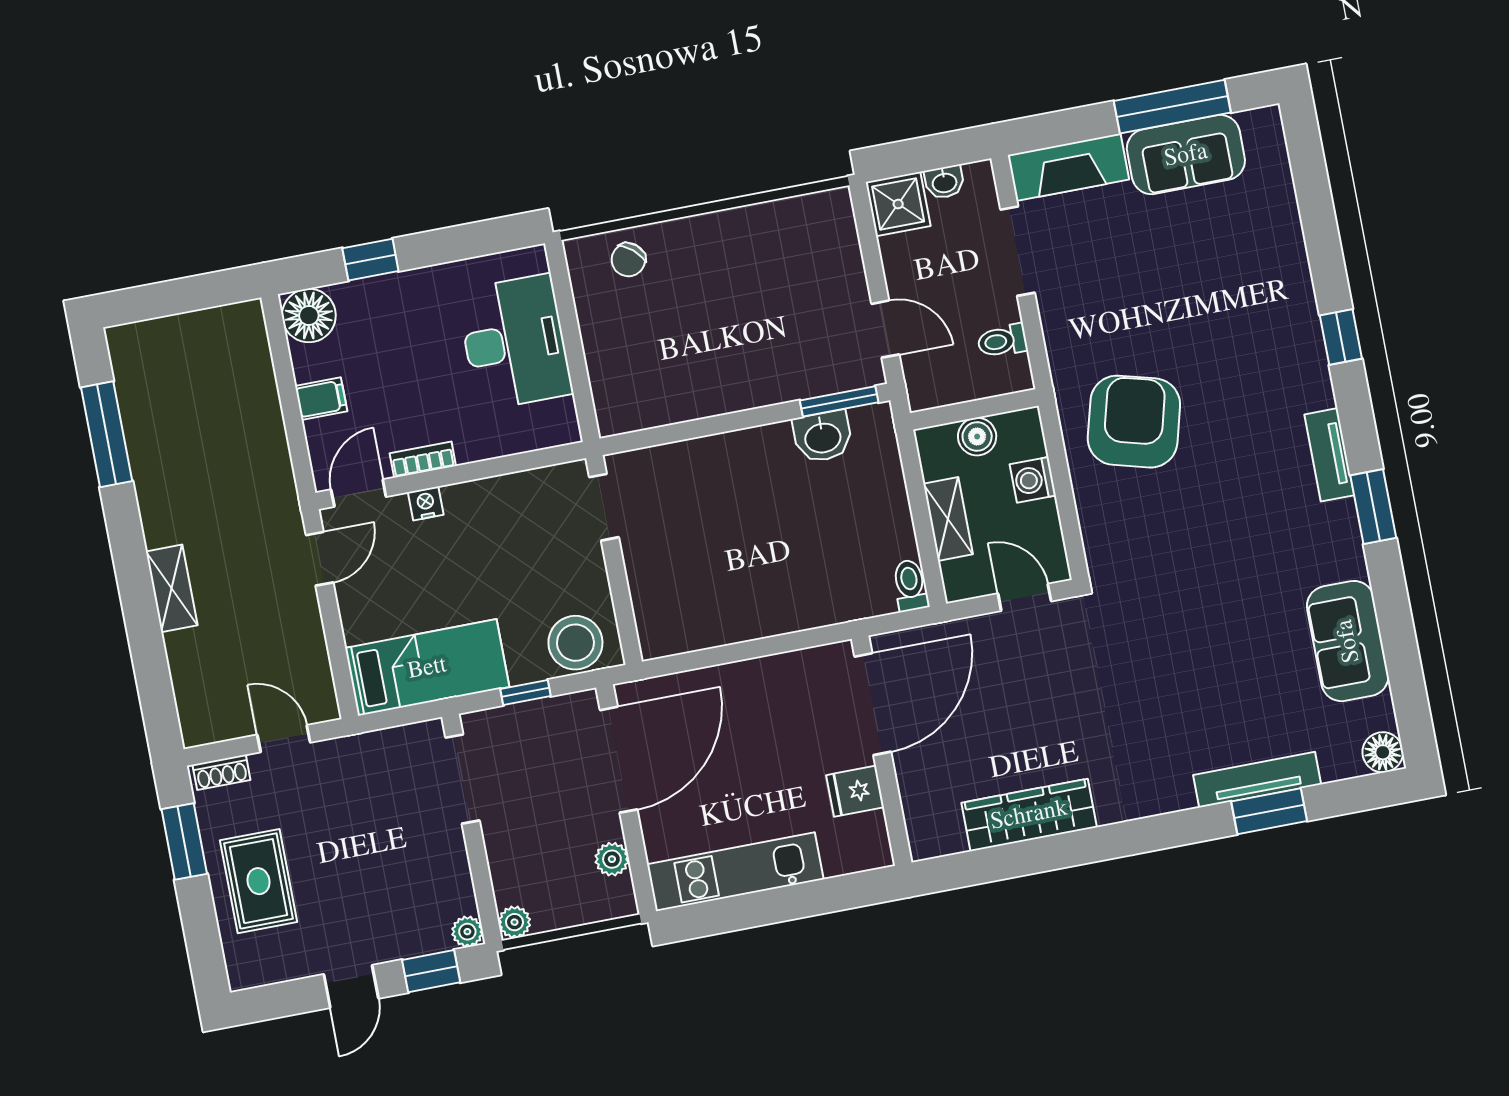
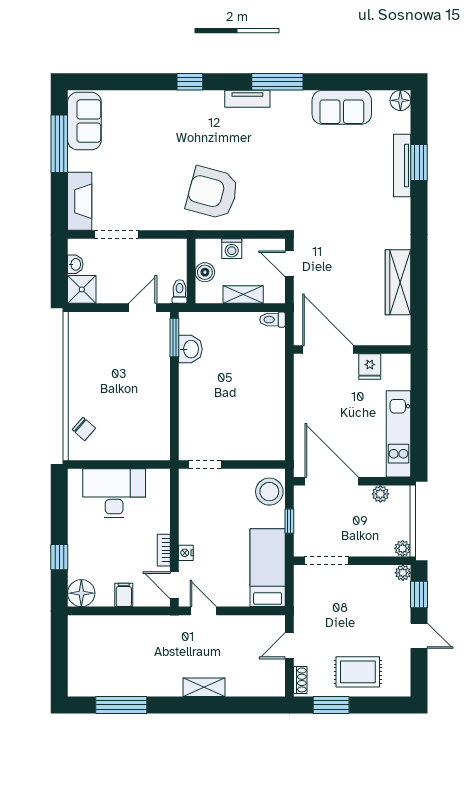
sofa: (1186, 155) -> (84, 121), moved
toilet: (1002, 341) -> (180, 292), moved, turned 180
window: (1373, 507) -> (277, 82), width x1.44
door: (1025, 597) -> (289, 264), hinge flipped

